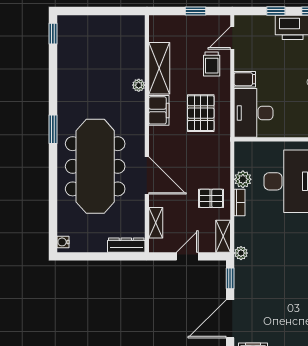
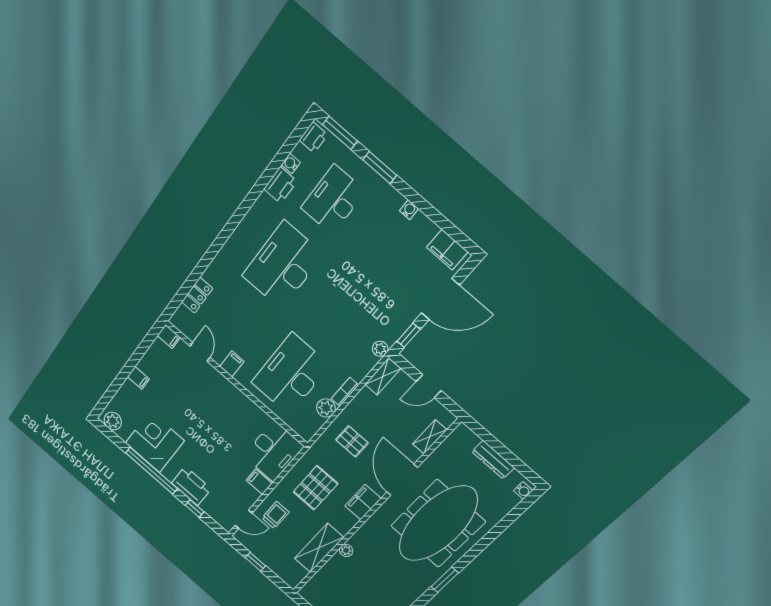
filing cabinet: (159, 110) -> (363, 502), moved
pallet: (211, 198) -> (352, 441), moved
dresser: (126, 245) -> (493, 460), moved

